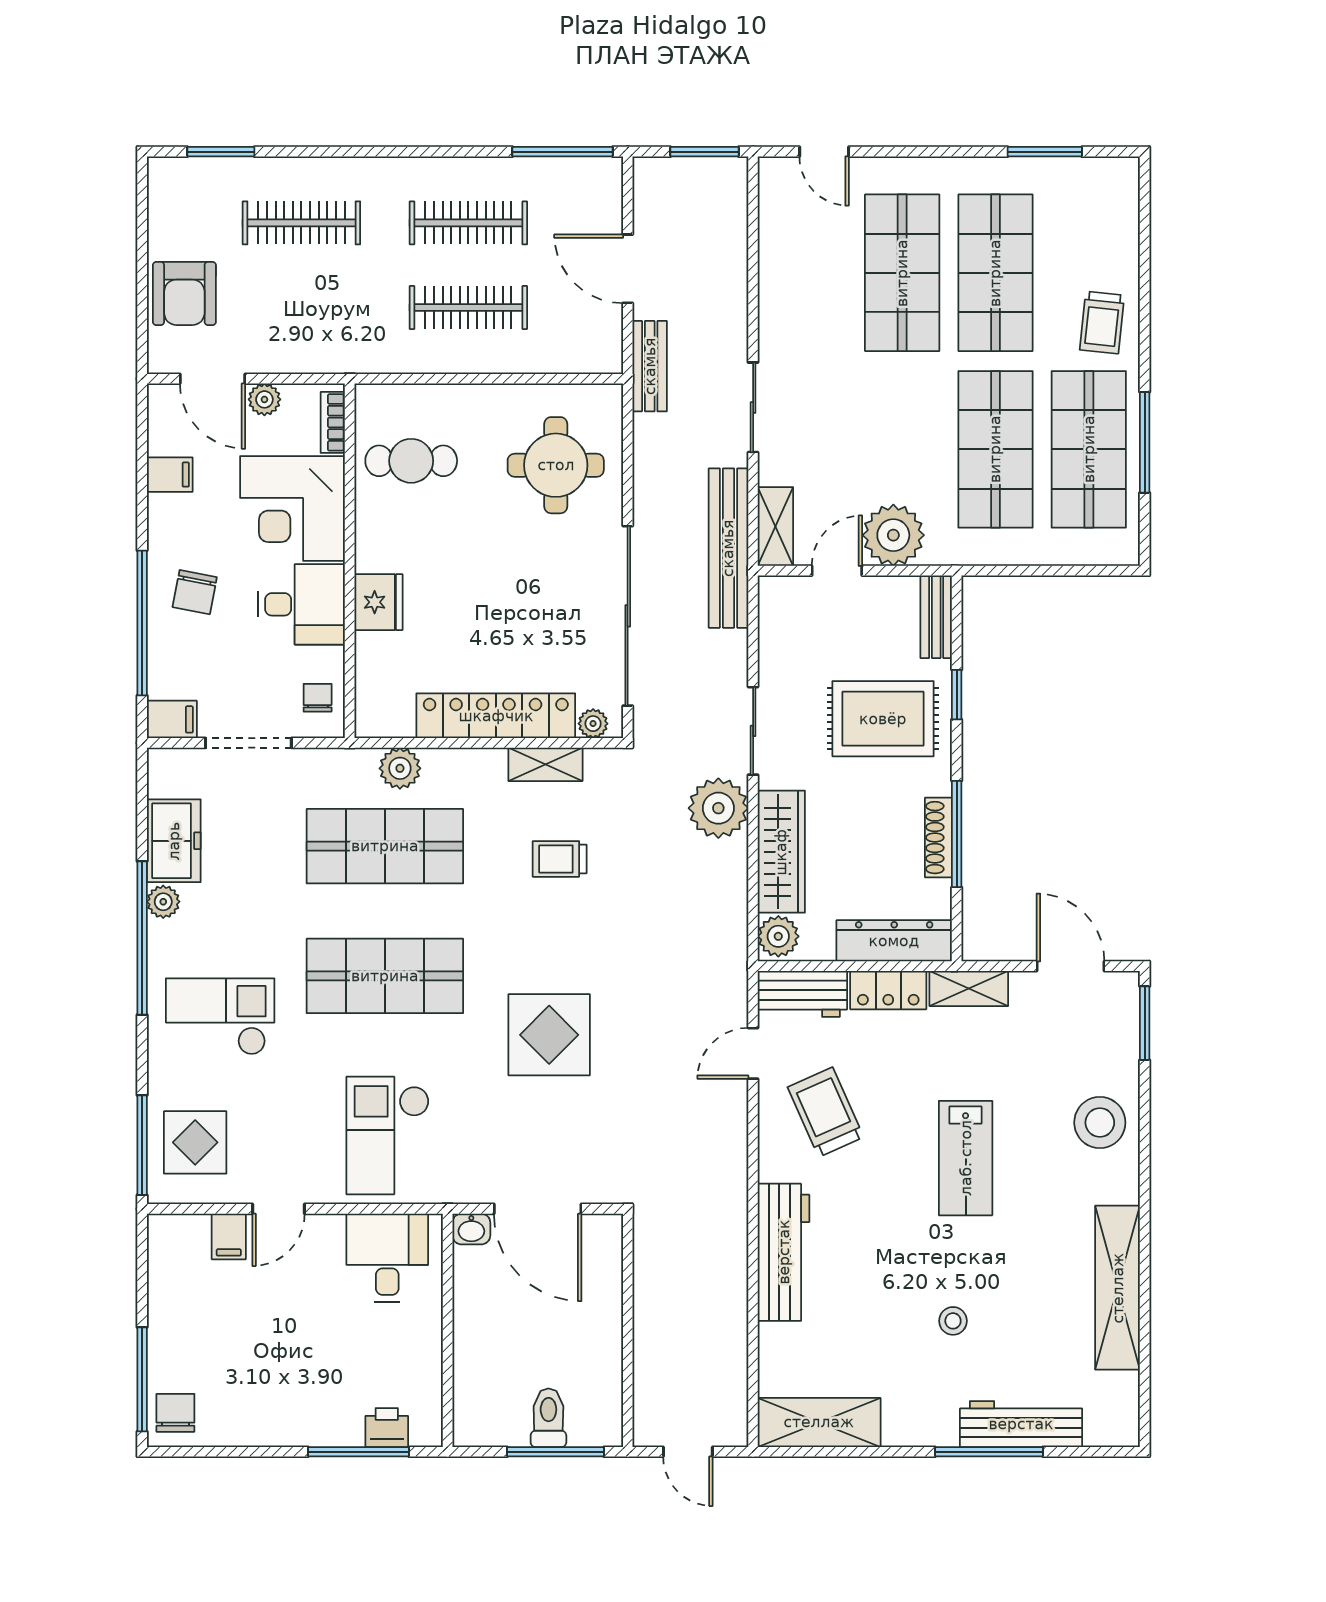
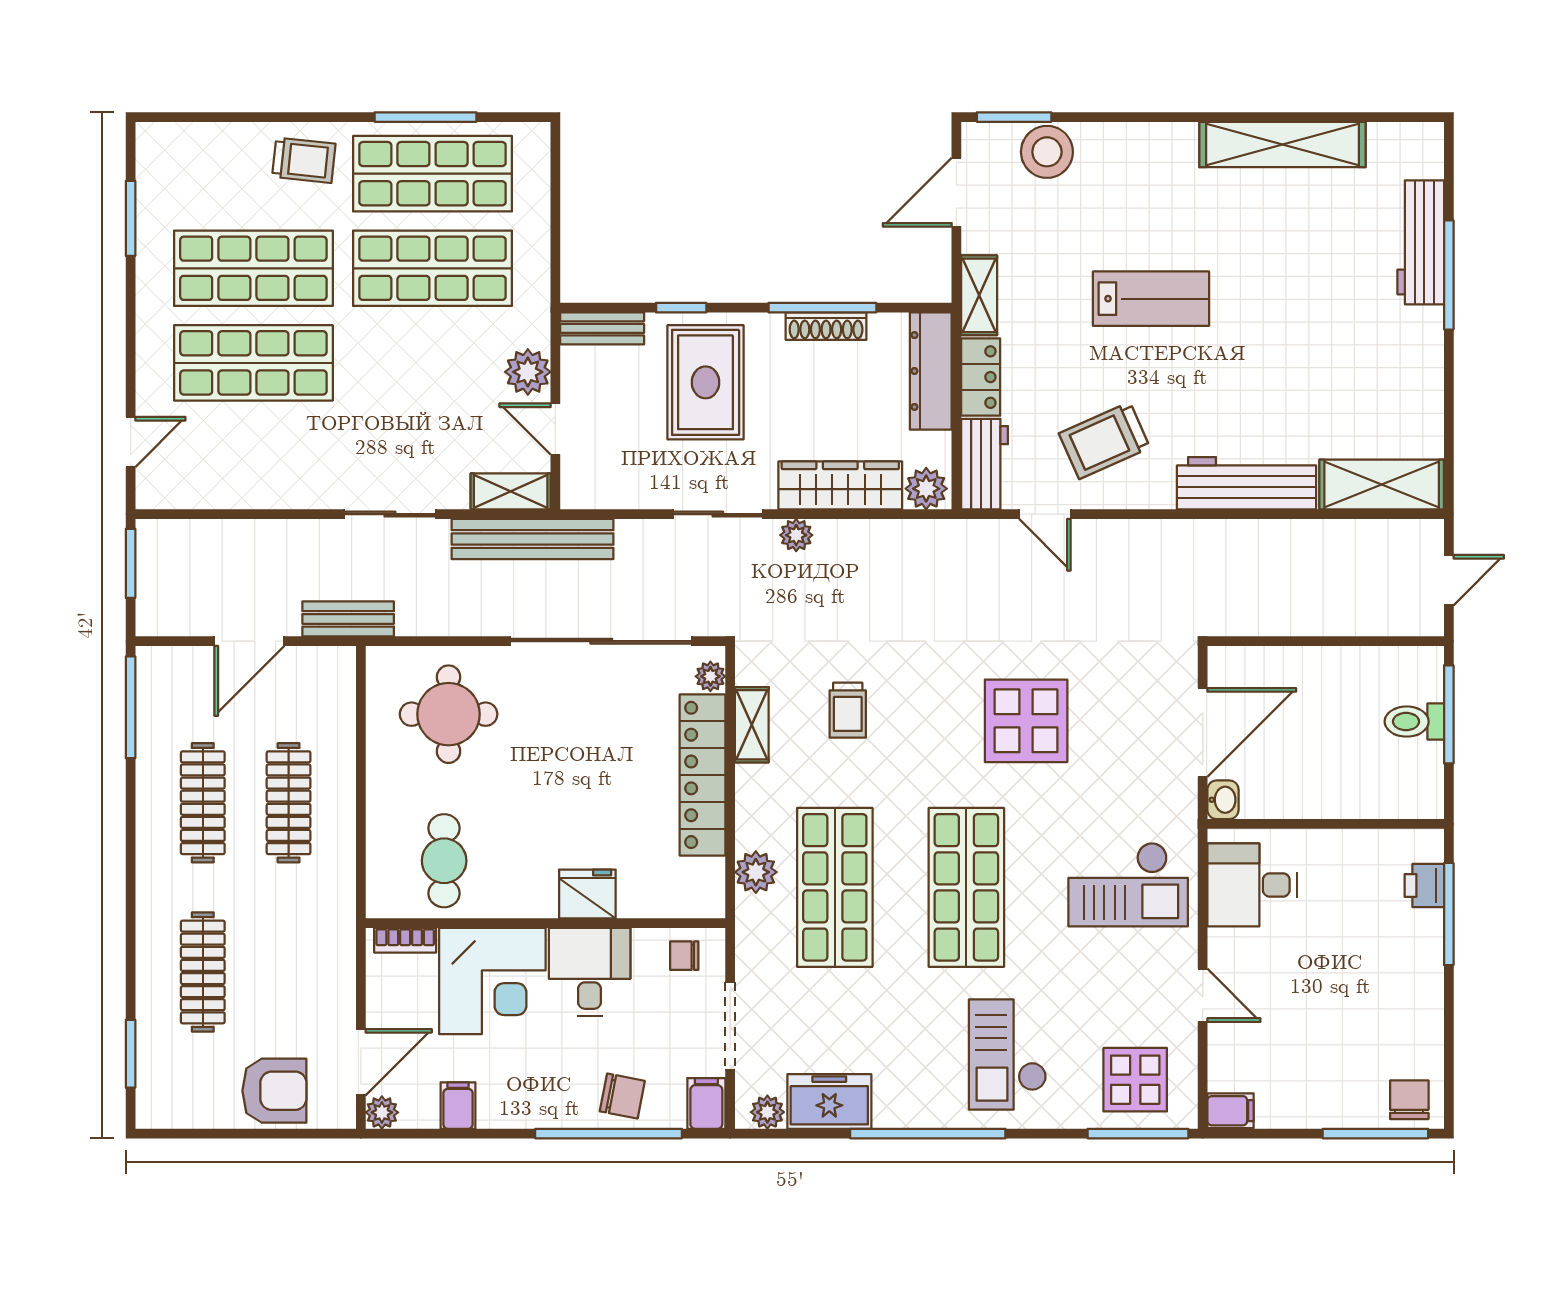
plant: (264, 399) -> (382, 1112), moved
plant: (893, 535) -> (528, 372), width x0.73, depth x0.73
chair: (195, 592) -> (622, 1096), moved
plant: (718, 808) -> (796, 535), width x0.53, depth x0.53
plant: (163, 902) -> (767, 1112), moved
stool: (1100, 1123) -> (1047, 152), moved
filing cabinet: (229, 1236) -> (1231, 1111), moved
stool: (953, 1321) -> (1316, 311), removed
chair: (175, 1413) -> (1409, 1100), turned 90
shelving: (819, 1422) -> (1382, 484), moved, turned 90

